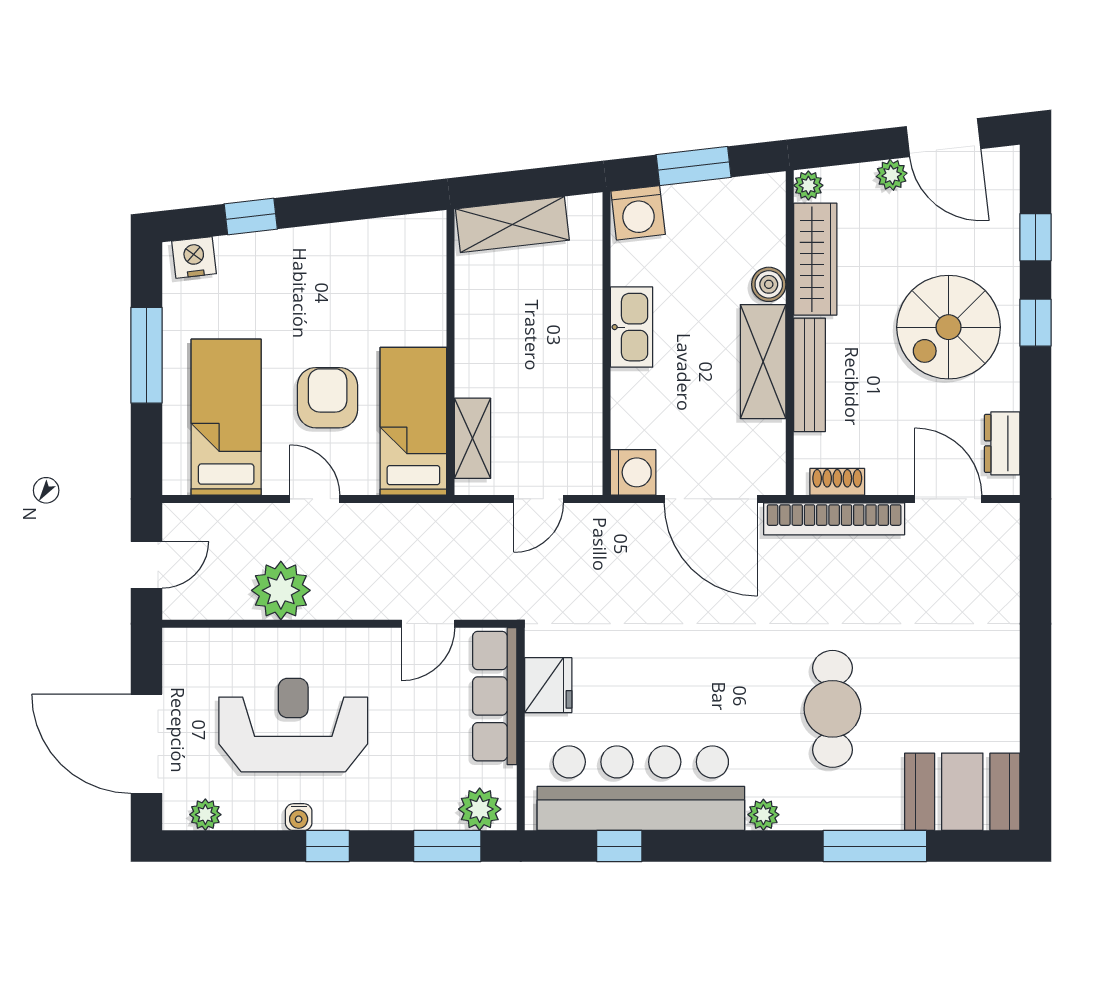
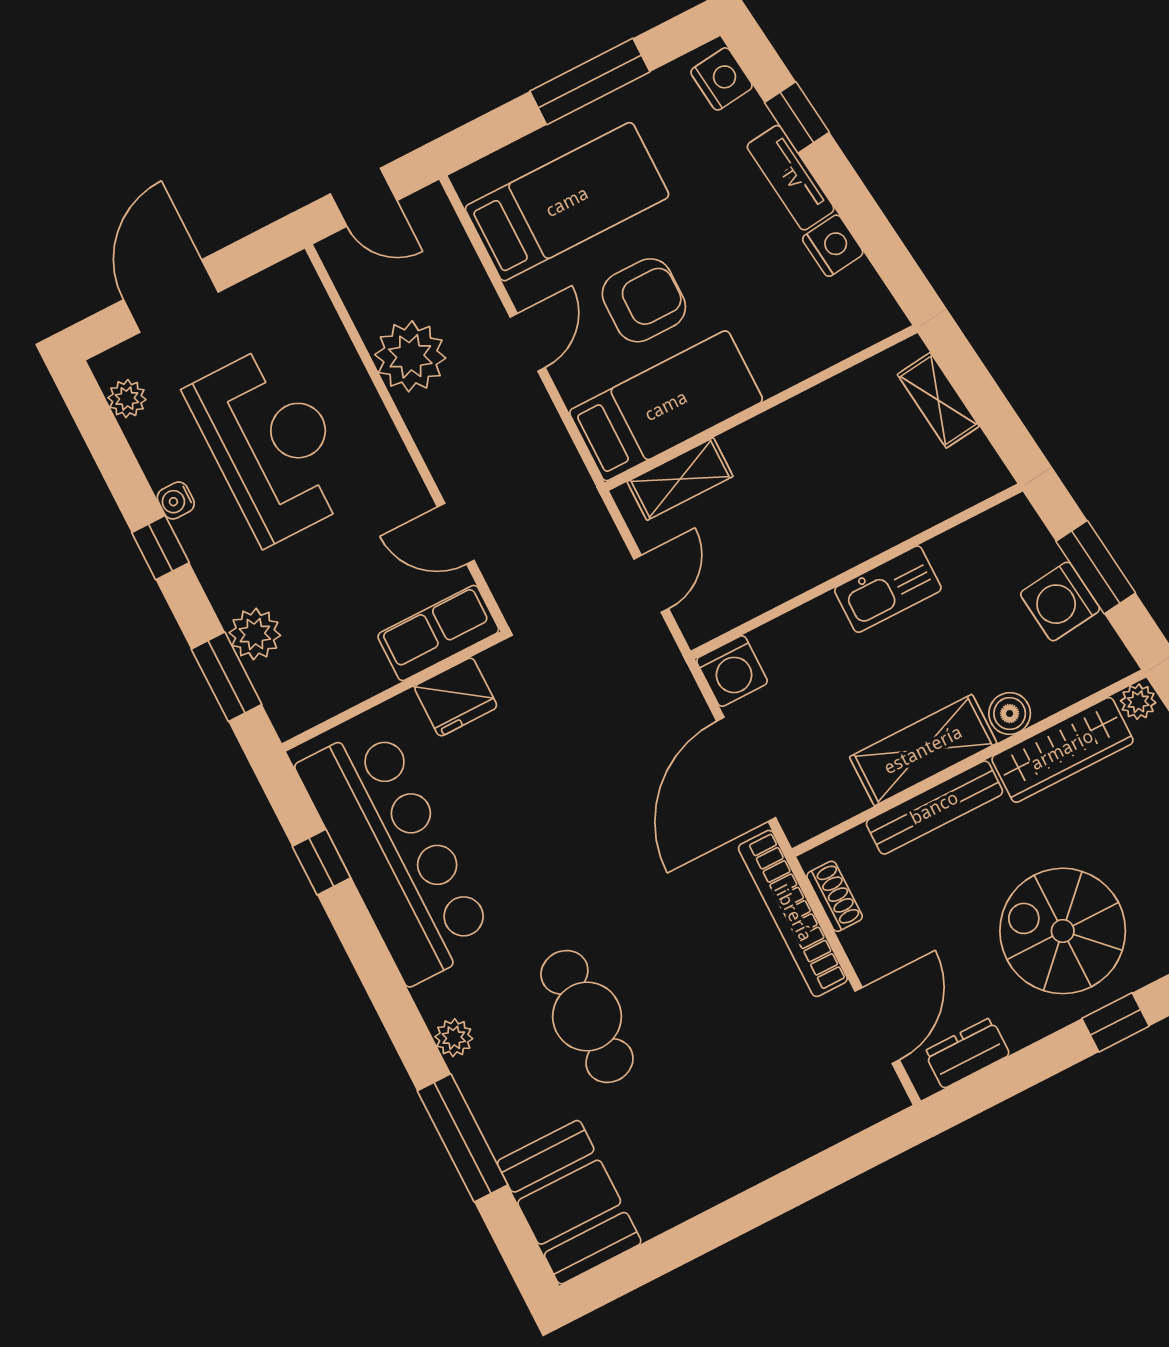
washing machine: (638, 213) -> (1060, 601), moved
shelving: (512, 224) -> (938, 400), width x0.67, depth x0.75
nightstand: (358, 238) -> (833, 246), added
tv unit: (293, 244) -> (791, 178), added
door: (539, 499) -> (651, 584), swing flipped
row of seats: (495, 696) -> (438, 633), width x0.68
cafe table: (832, 709) -> (587, 1016), turned 90
door: (146, 744) -> (171, 296), width x0.73
plant: (480, 809) -> (255, 634), moved
plant: (763, 815) -> (454, 1038), moved

